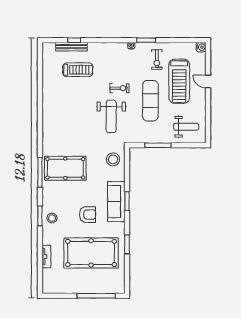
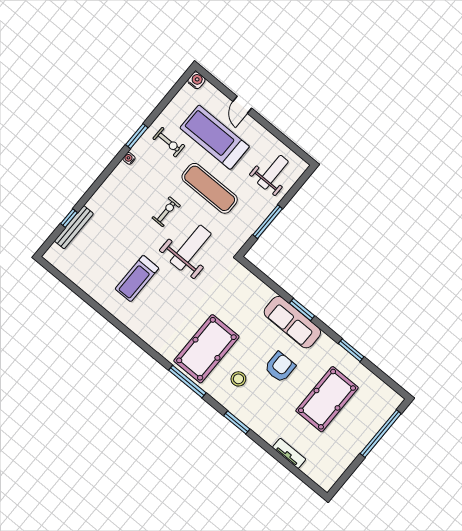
treadmill: (78, 70) -> (137, 278), moved, turned 180
treadmill: (179, 81) -> (215, 137), turned 180
door: (208, 82) -> (242, 105), hinge flipped
weight bench: (111, 116) -> (191, 248), turned -90
stool: (113, 159) -> (241, 286), removed
stool: (52, 218) -> (238, 379), moved
pool table: (91, 253) -> (327, 399), width x0.73, depth x0.76

